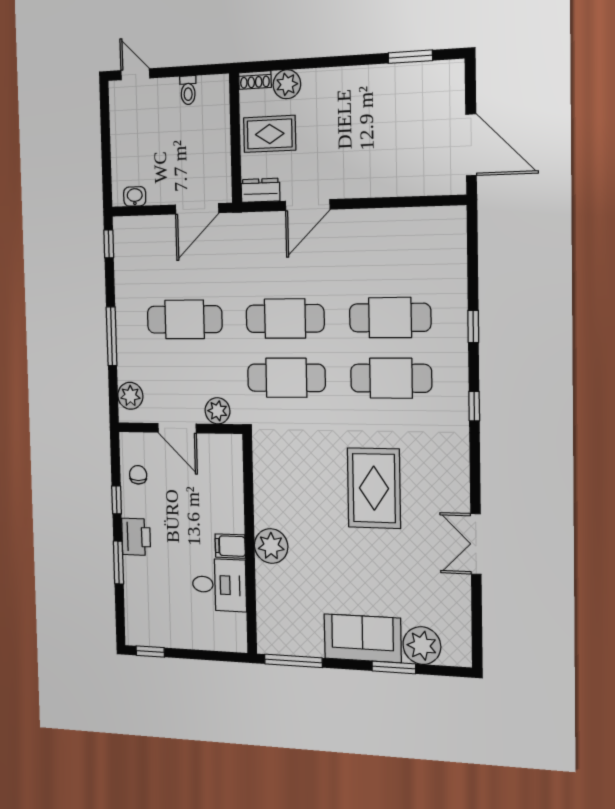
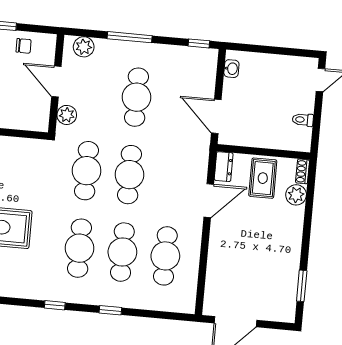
door: (308, 205) -> (209, 201), swing flipped
cafe table: (389, 257) -> (165, 256), added
door: (177, 428) -> (56, 82), hinge flipped

